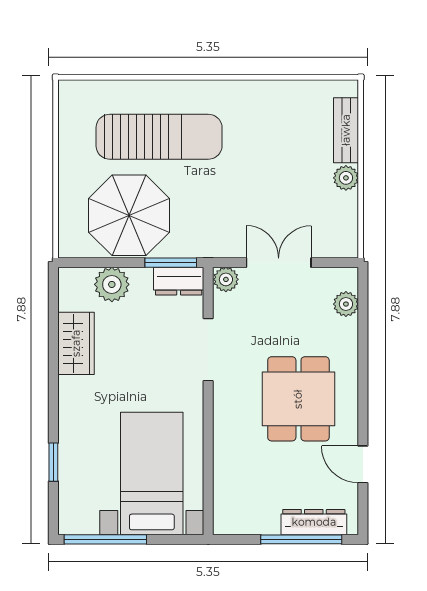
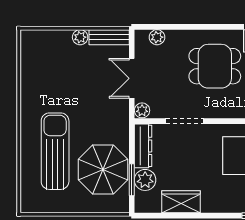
bench: (346, 130) -> (109, 37), moved
window: (171, 263) -> (132, 180), moved
dresser: (179, 281) -> (143, 146), width x1.44

